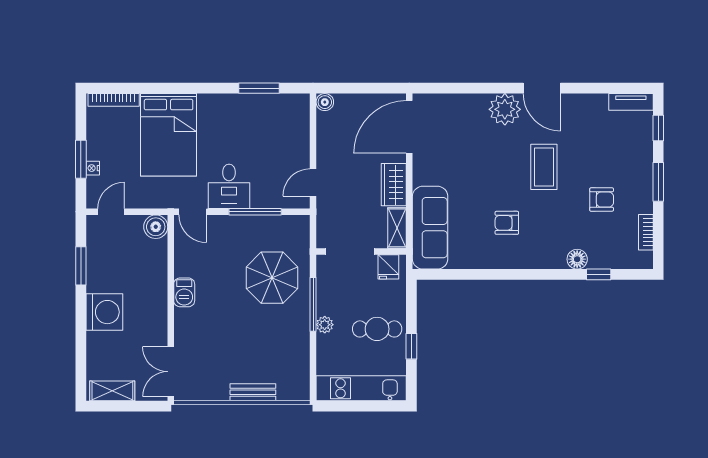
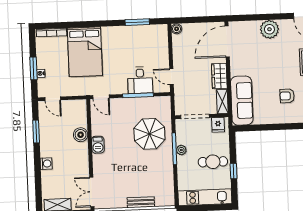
plant: (505, 109) -> (269, 29), moved
door: (313, 183) -> (171, 77), hinge flipped
desk: (229, 186) -> (140, 80), moved
door: (111, 212) -> (53, 99), swing flipped
boiler: (156, 227) -> (81, 135), moved
washing machine: (104, 312) -> (46, 164), width x0.53, depth x0.53
plant: (325, 325) -> (181, 150), moved

